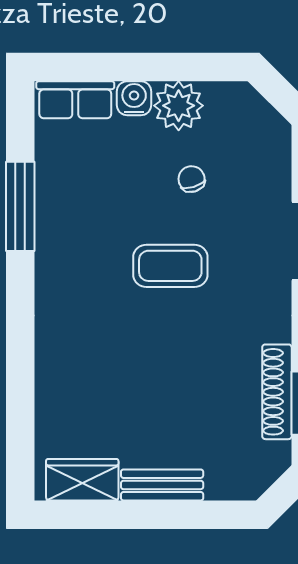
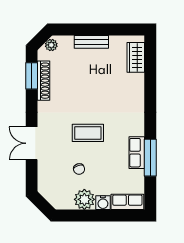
row of seats: (53, 218) -> (137, 153), added
plant: (258, 478) -> (51, 45), added
wardrobe: (82, 480) -> (136, 57), moved, turned 90

